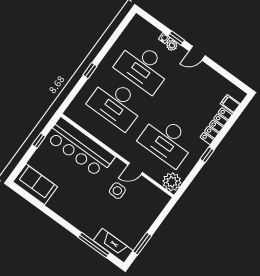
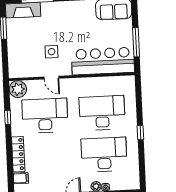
window: (90, 71) -> (140, 133), moved
window: (39, 141) -> (136, 42), width x2.17
window: (207, 155) -> (8, 118), moved
door: (135, 169) -> (51, 78), swing flipped

